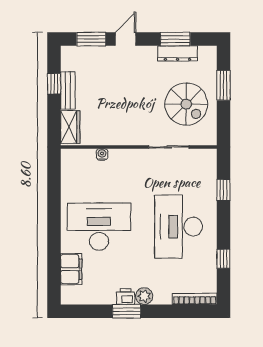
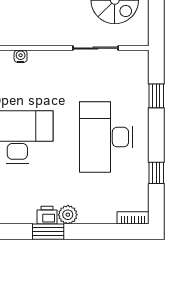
bookcase: (195, 299) -> (133, 218), width x0.64

